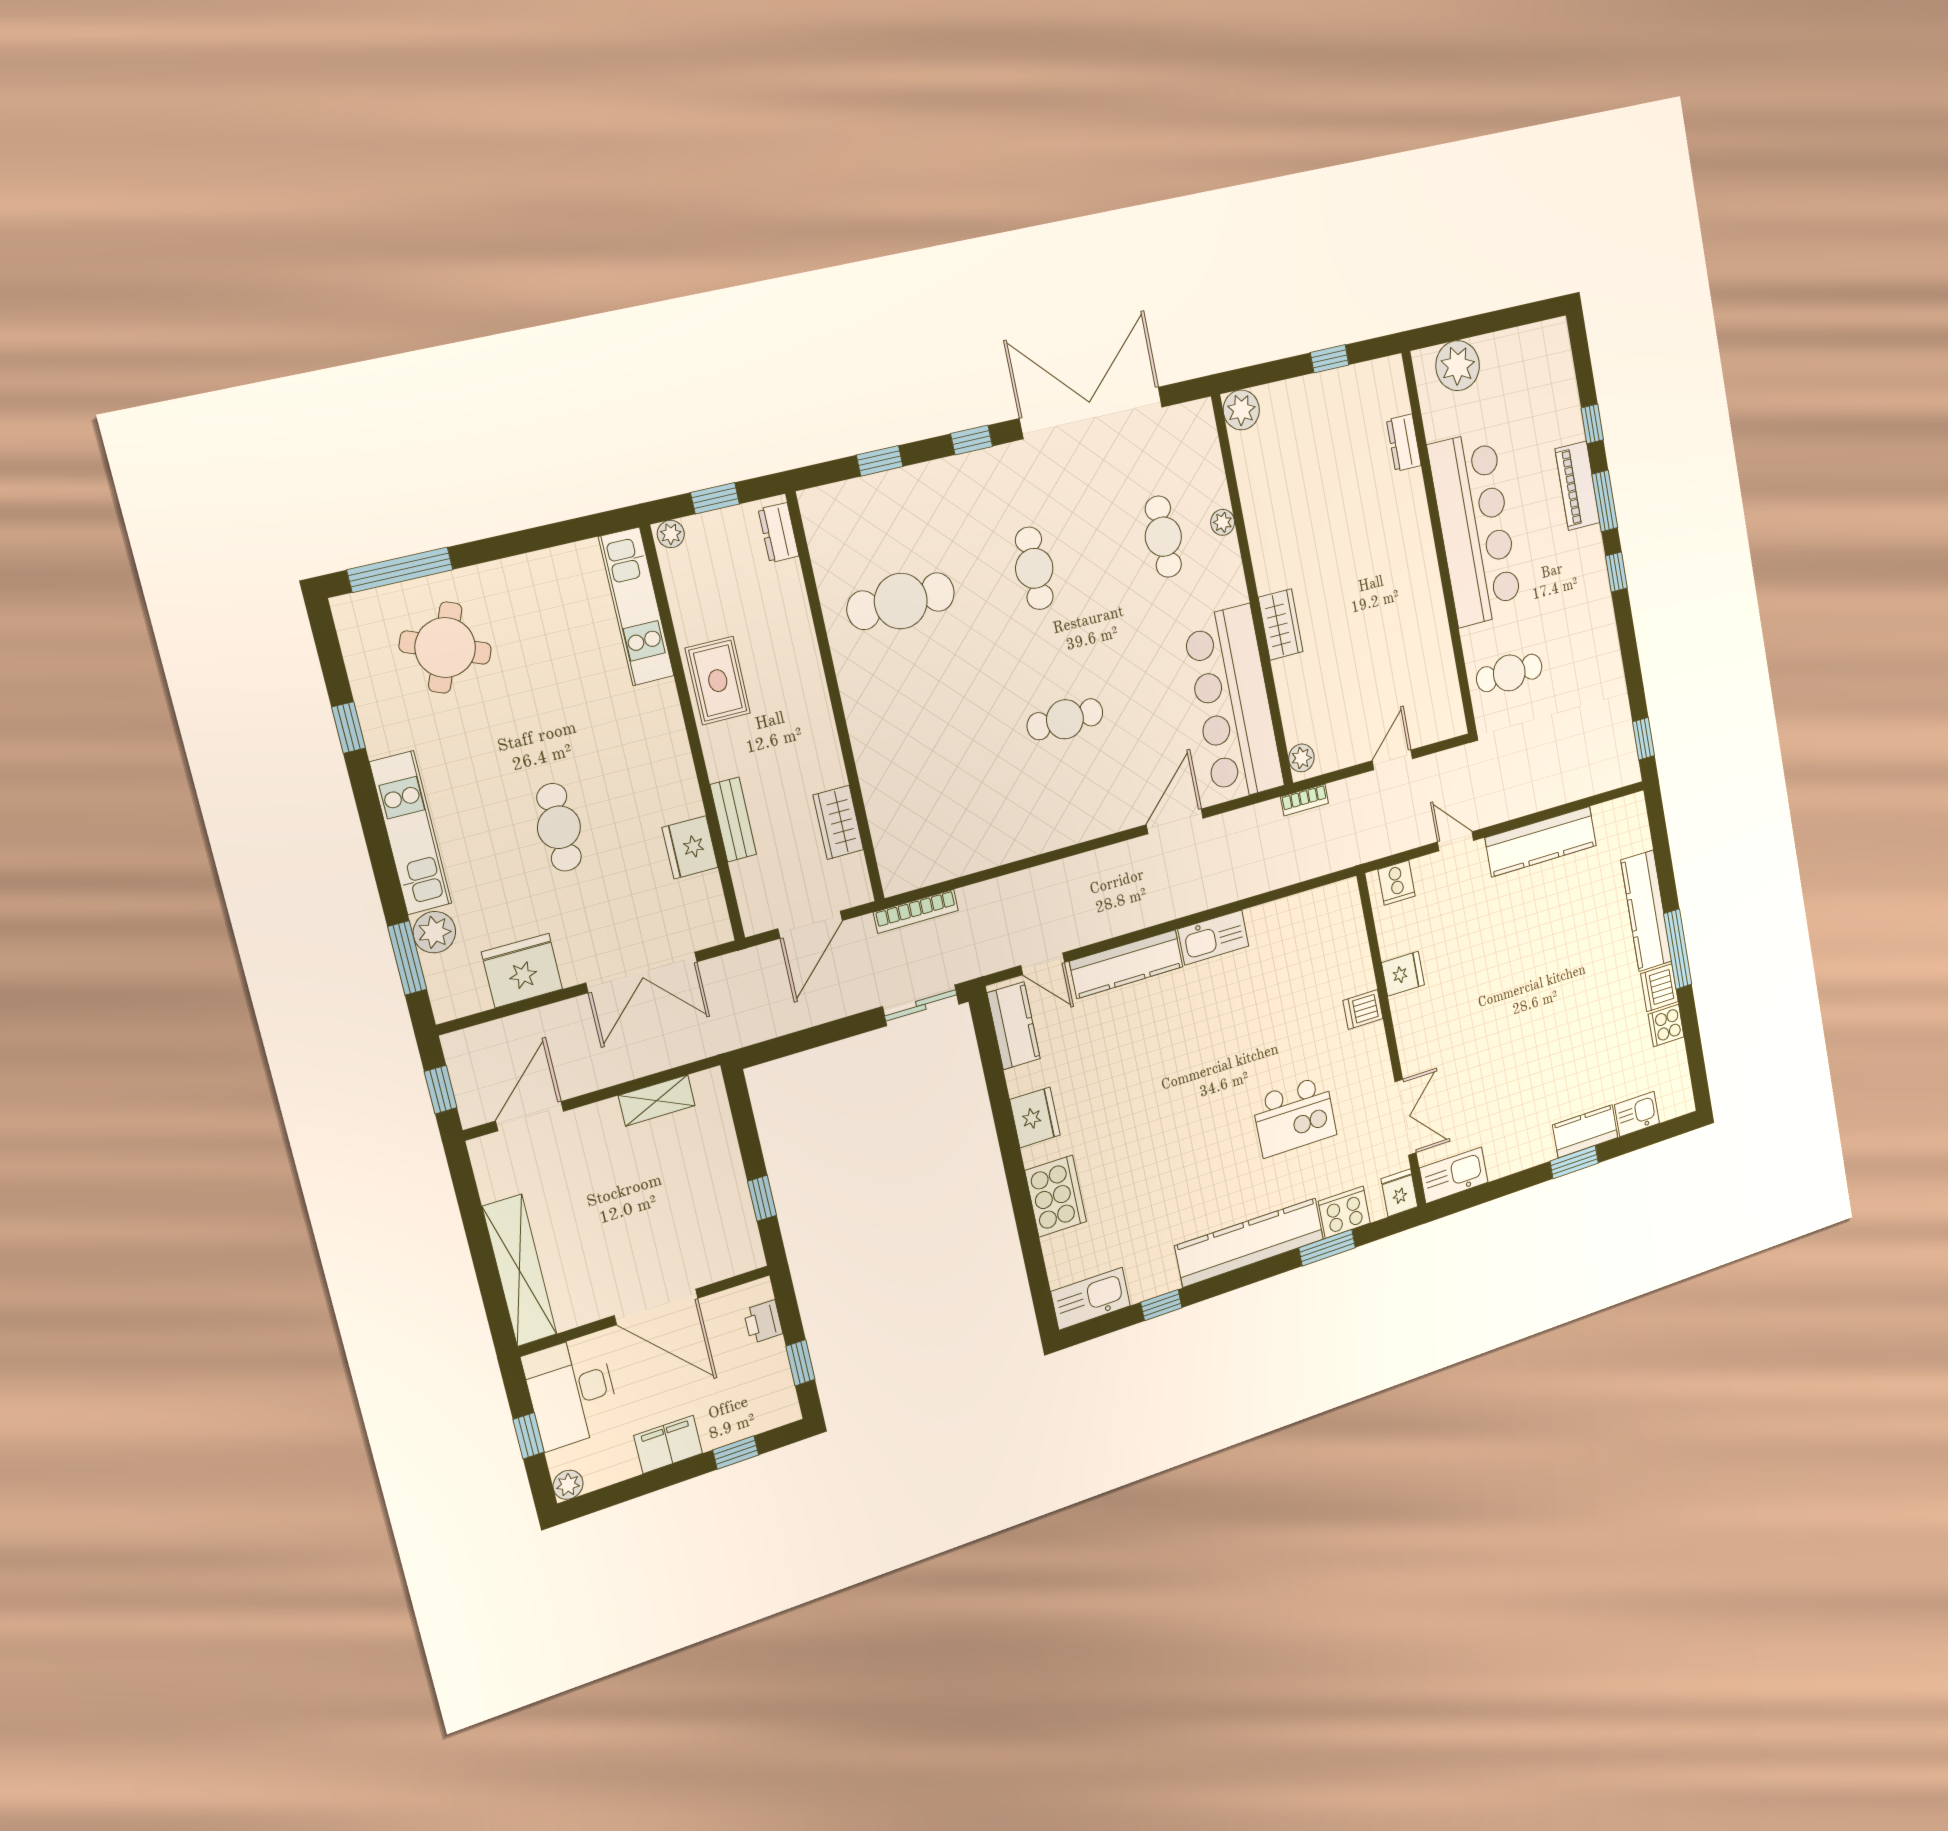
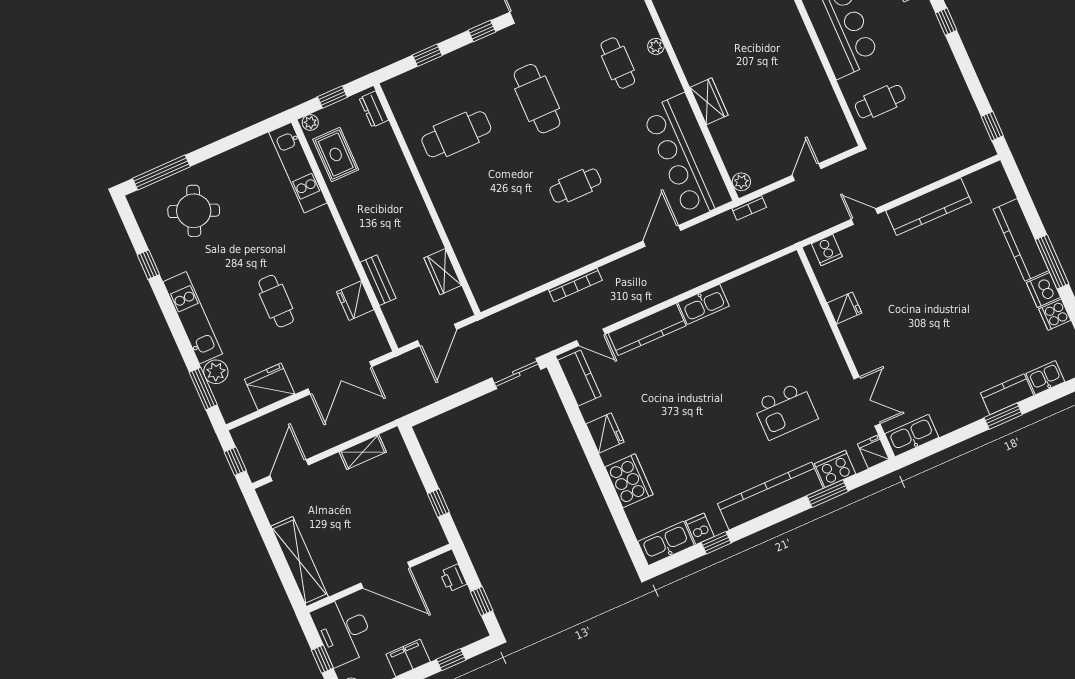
cafe table: (1034, 568) -> (537, 99), width x1.37, depth x1.35
rug: (718, 681) -> (336, 154), moved
bookcase: (916, 911) -> (575, 285), moved
dishwasher: (1363, 1009) -> (700, 529), moved, turned 90

